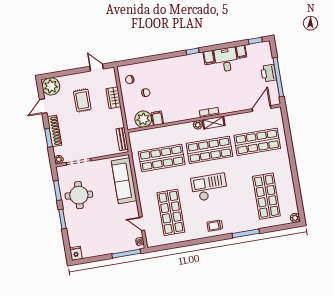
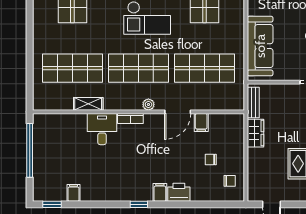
filing cabinet: (209, 58) -> (160, 192), moved
desk: (226, 60) -> (102, 129), moved, turned 180
printer: (269, 73) -> (179, 192), moved, turned -90
wardrobe: (114, 98) -> (256, 133), moved
door: (262, 109) -> (178, 112), moved
plant: (143, 119) -> (220, 125), removed
shelving: (214, 123) -> (88, 104), moved

